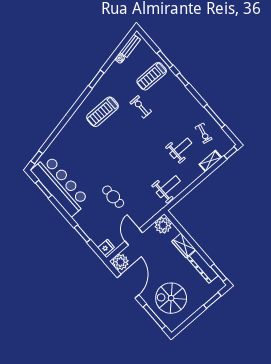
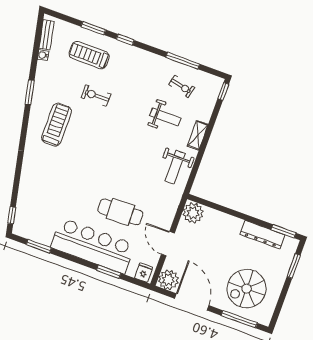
treadmill: (152, 76) -> (89, 55), turned 90
treadmill: (103, 112) -> (57, 125), turned 180
weight bench: (181, 148) -> (165, 117), turned 90
shelving: (210, 161) -> (198, 135), moved
bar counter: (60, 186) -> (93, 246), moved
weight bench: (168, 187) -> (175, 167), turned 180
cafe table: (113, 197) -> (120, 212), width x1.37, depth x1.35
wardrobe: (184, 245) -> (228, 223), removed

